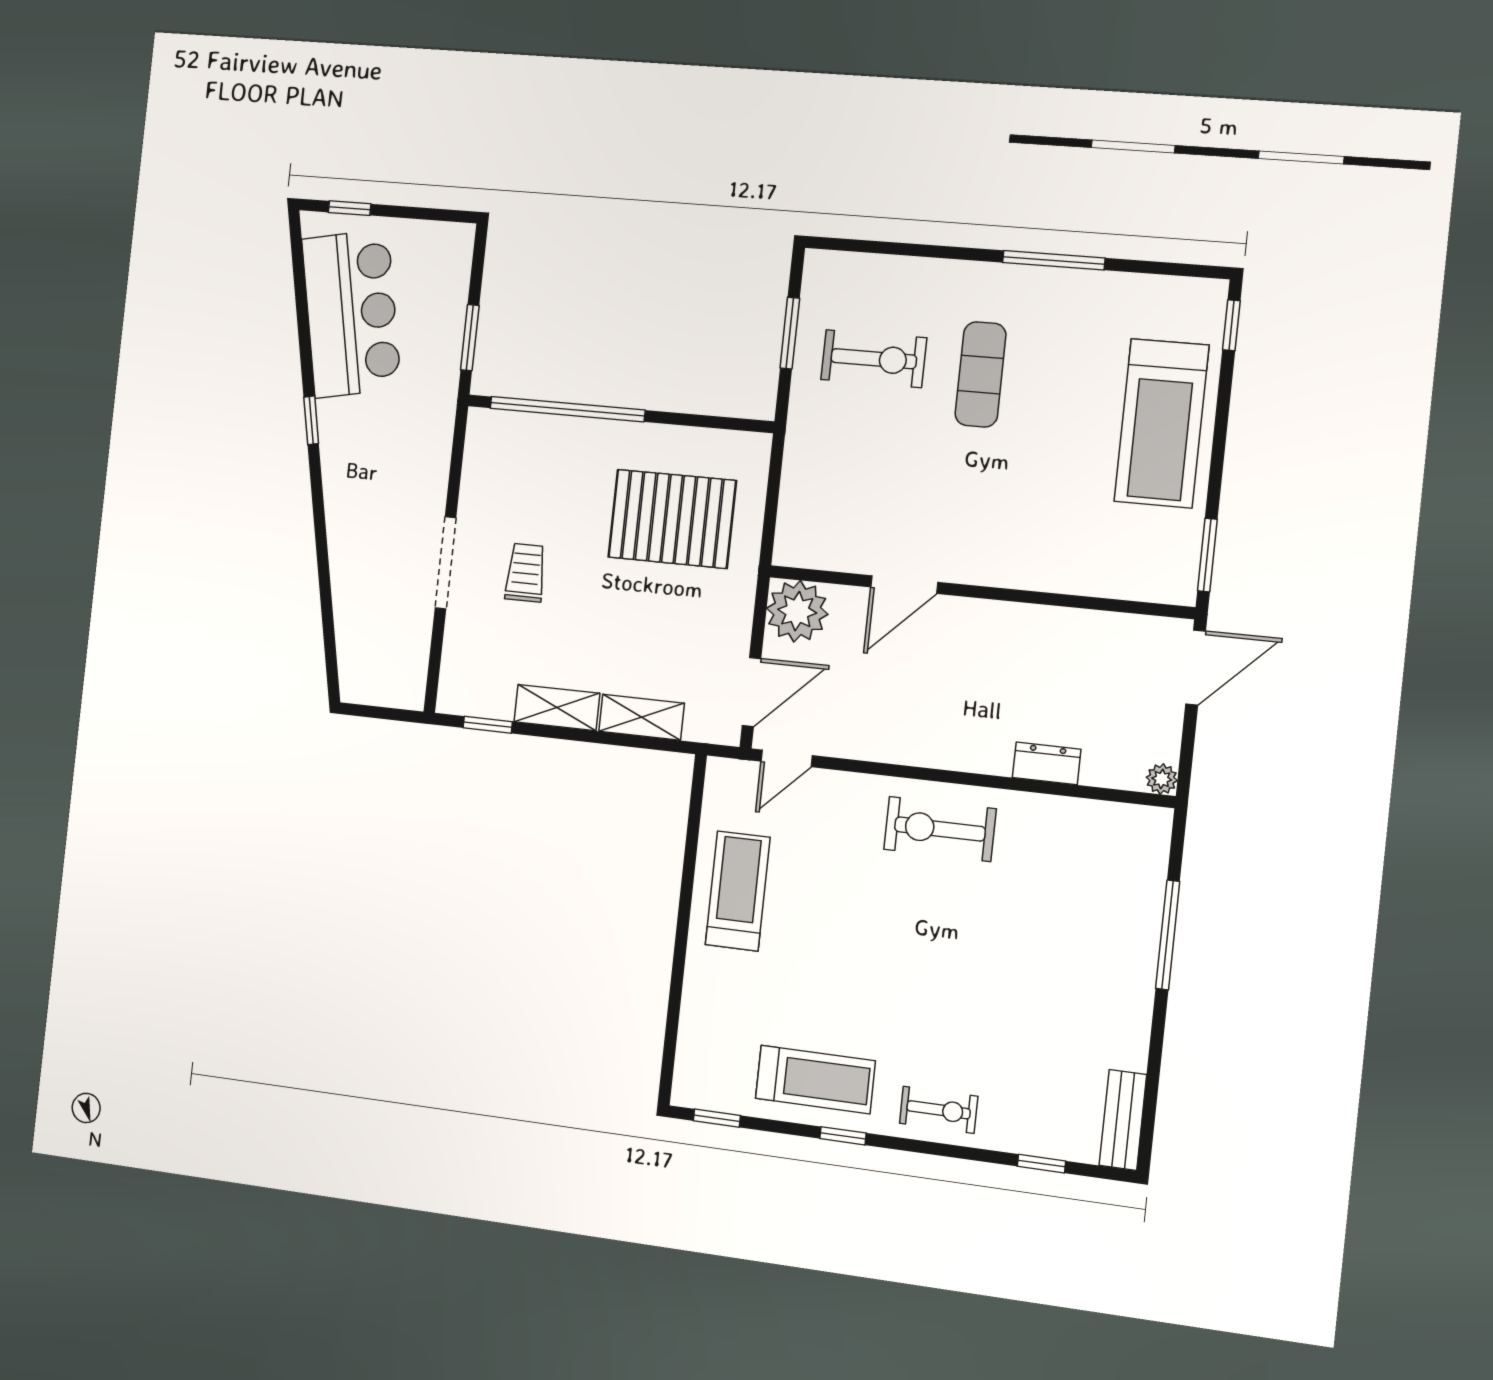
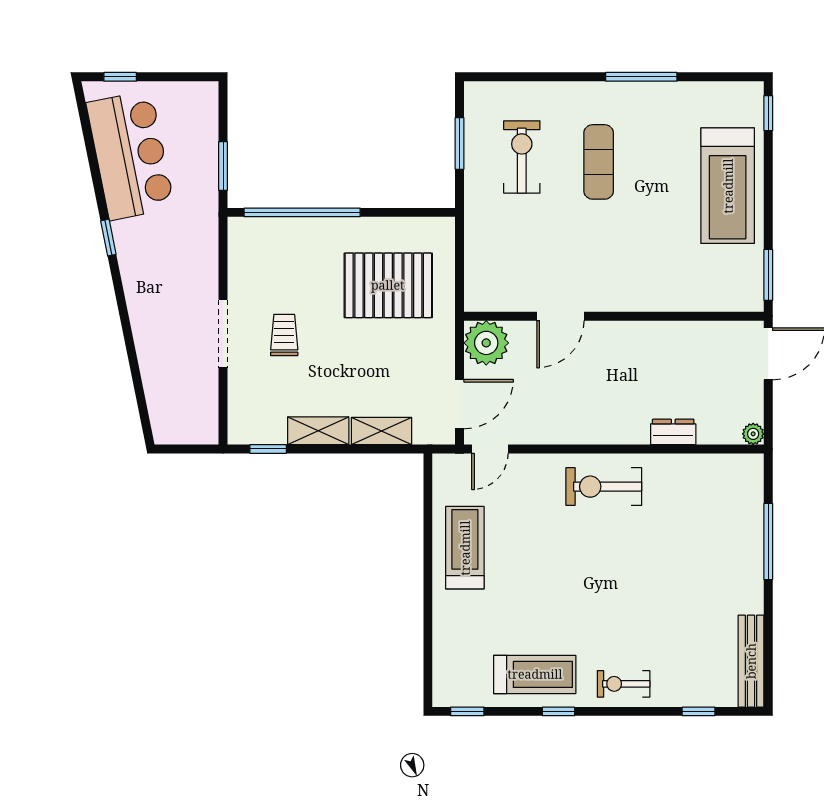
exercise bike: (874, 359) -> (522, 157), turned -90
exercise bike: (939, 1110) -> (624, 684), turned 180
bench: (1123, 1120) -> (751, 661), width x1.36

